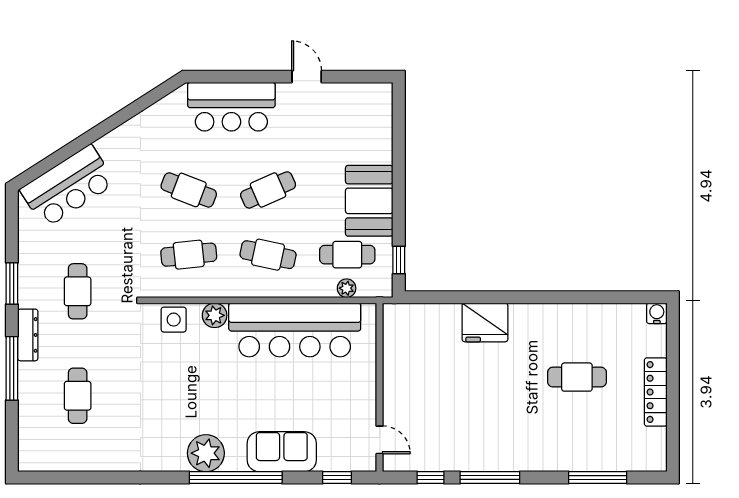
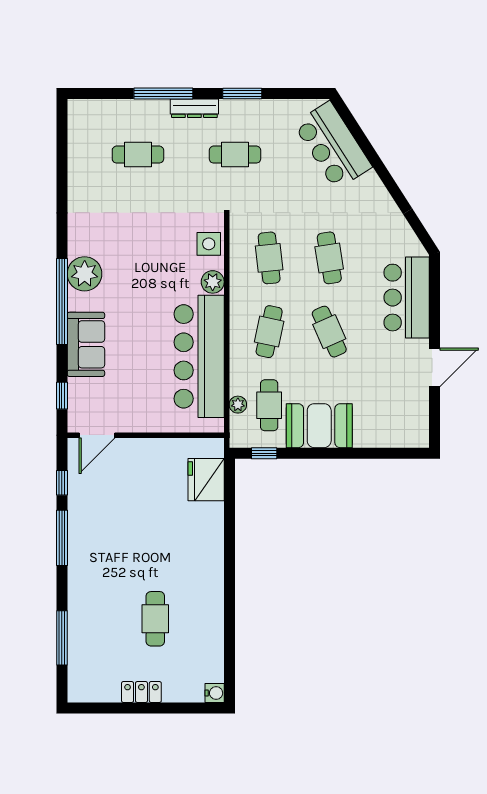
door: (307, 77) -> (435, 367), width x1.38
cafe table: (189, 190) -> (329, 258), turned -30
fridge: (485, 322) -> (206, 480), moved
locker: (656, 392) -> (141, 692), width x0.66
door: (380, 440) -> (97, 435), width x1.38

